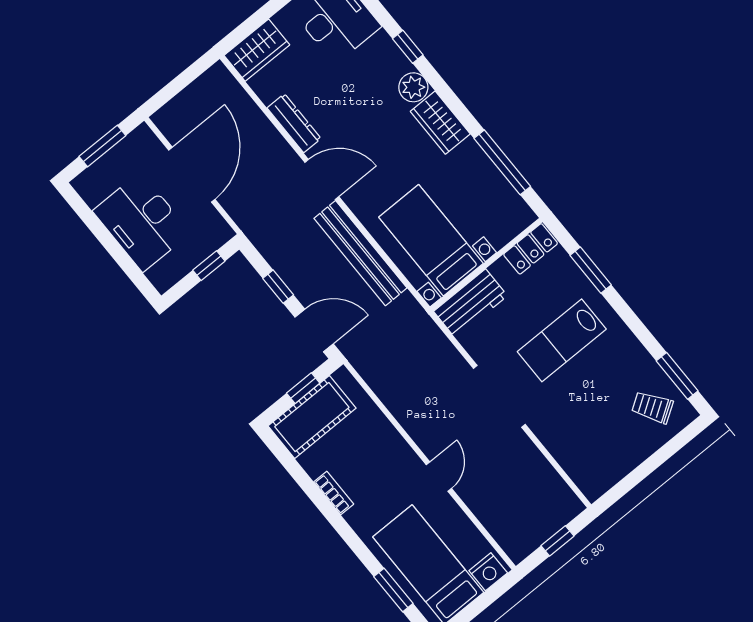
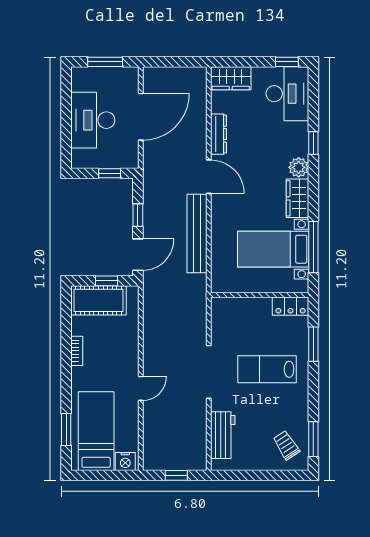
bed with nightstands: (431, 240) -> (273, 249), moved, turned -90
workbench: (471, 303) -> (223, 435), moved, turned -90
door: (314, 330) -> (138, 255), hinge flipped

